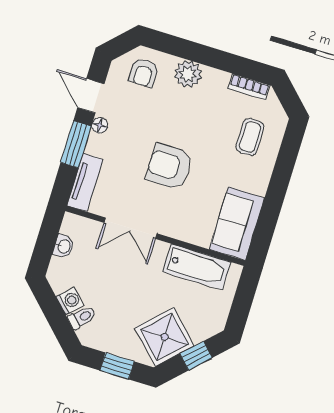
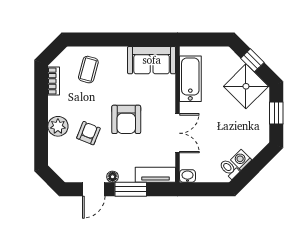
armchair: (144, 73) -> (88, 133), moved, turned -68
coffee table: (250, 137) -> (88, 70), turned -75
washbasin: (64, 246) -> (187, 176), moved
toilet: (82, 318) -> (229, 169), moved

